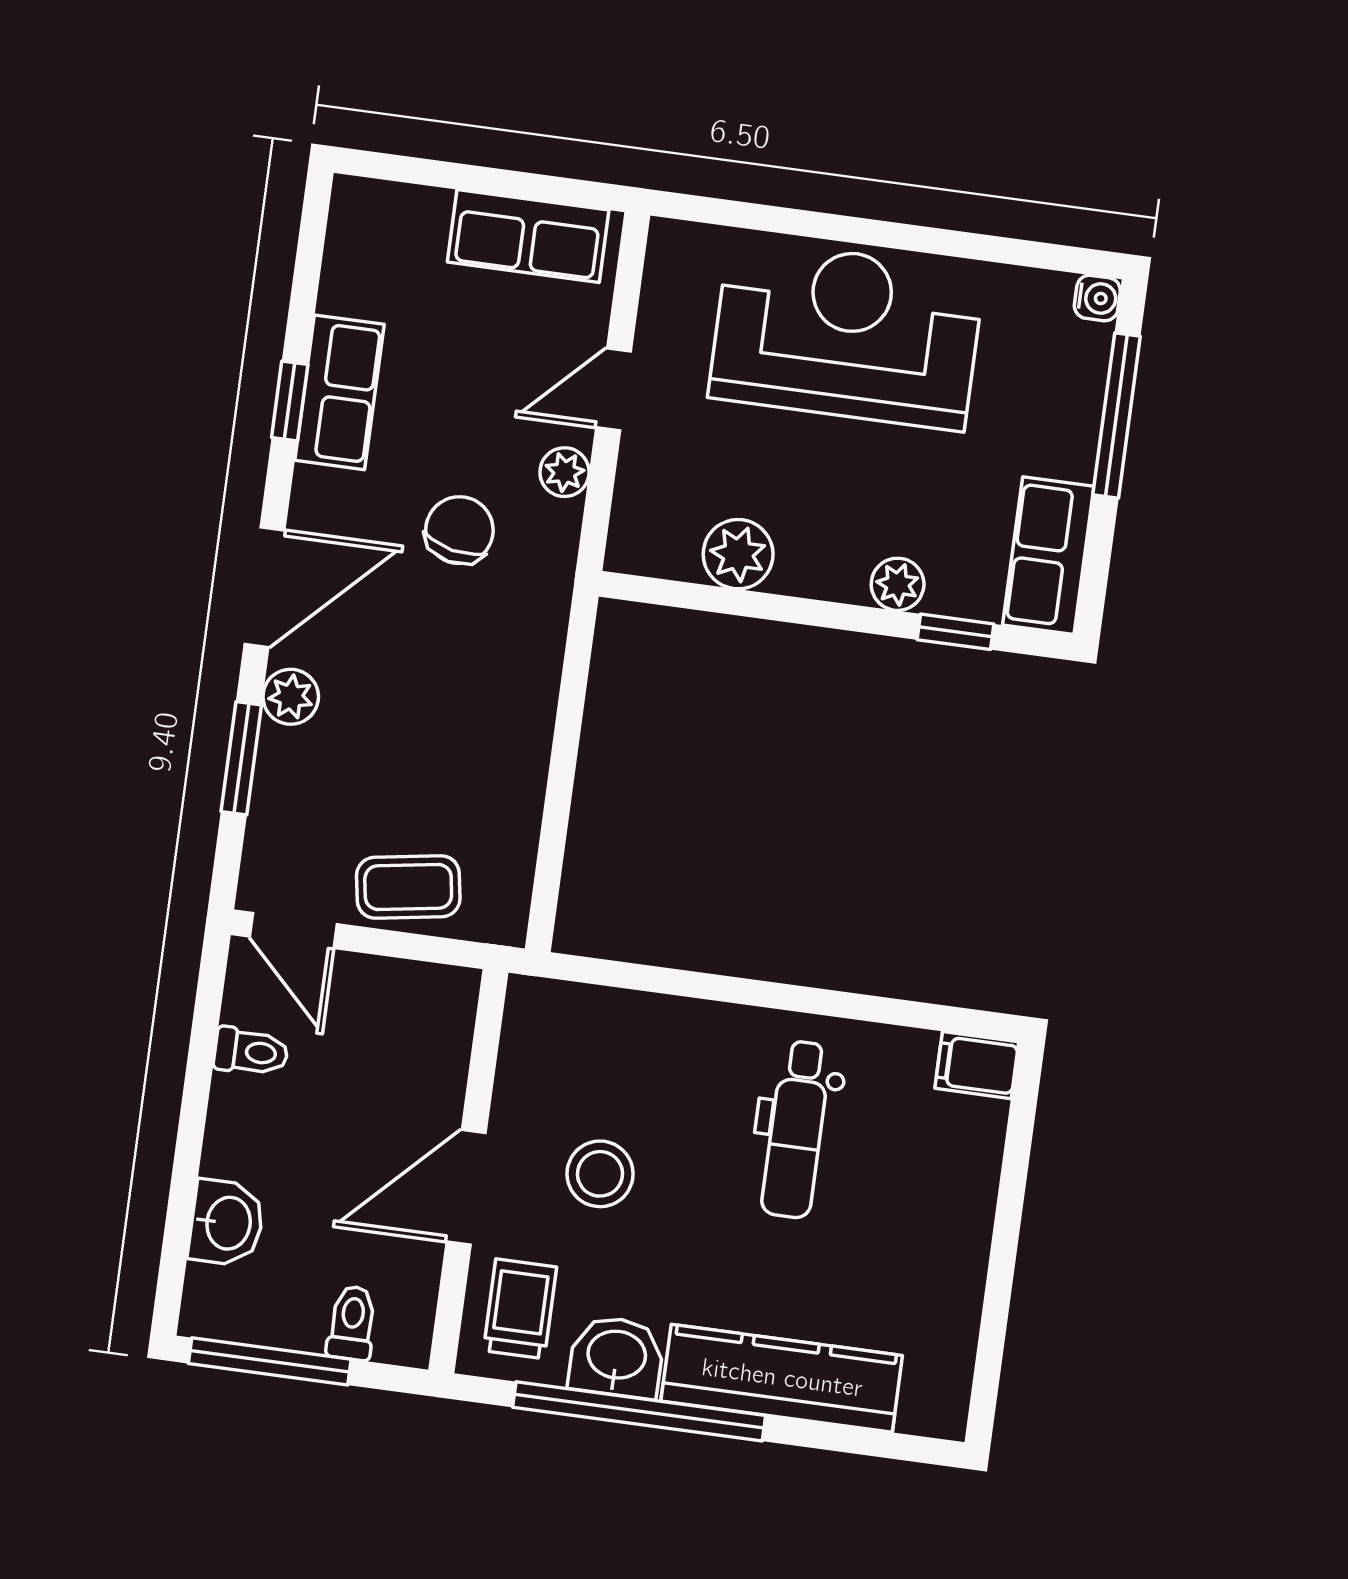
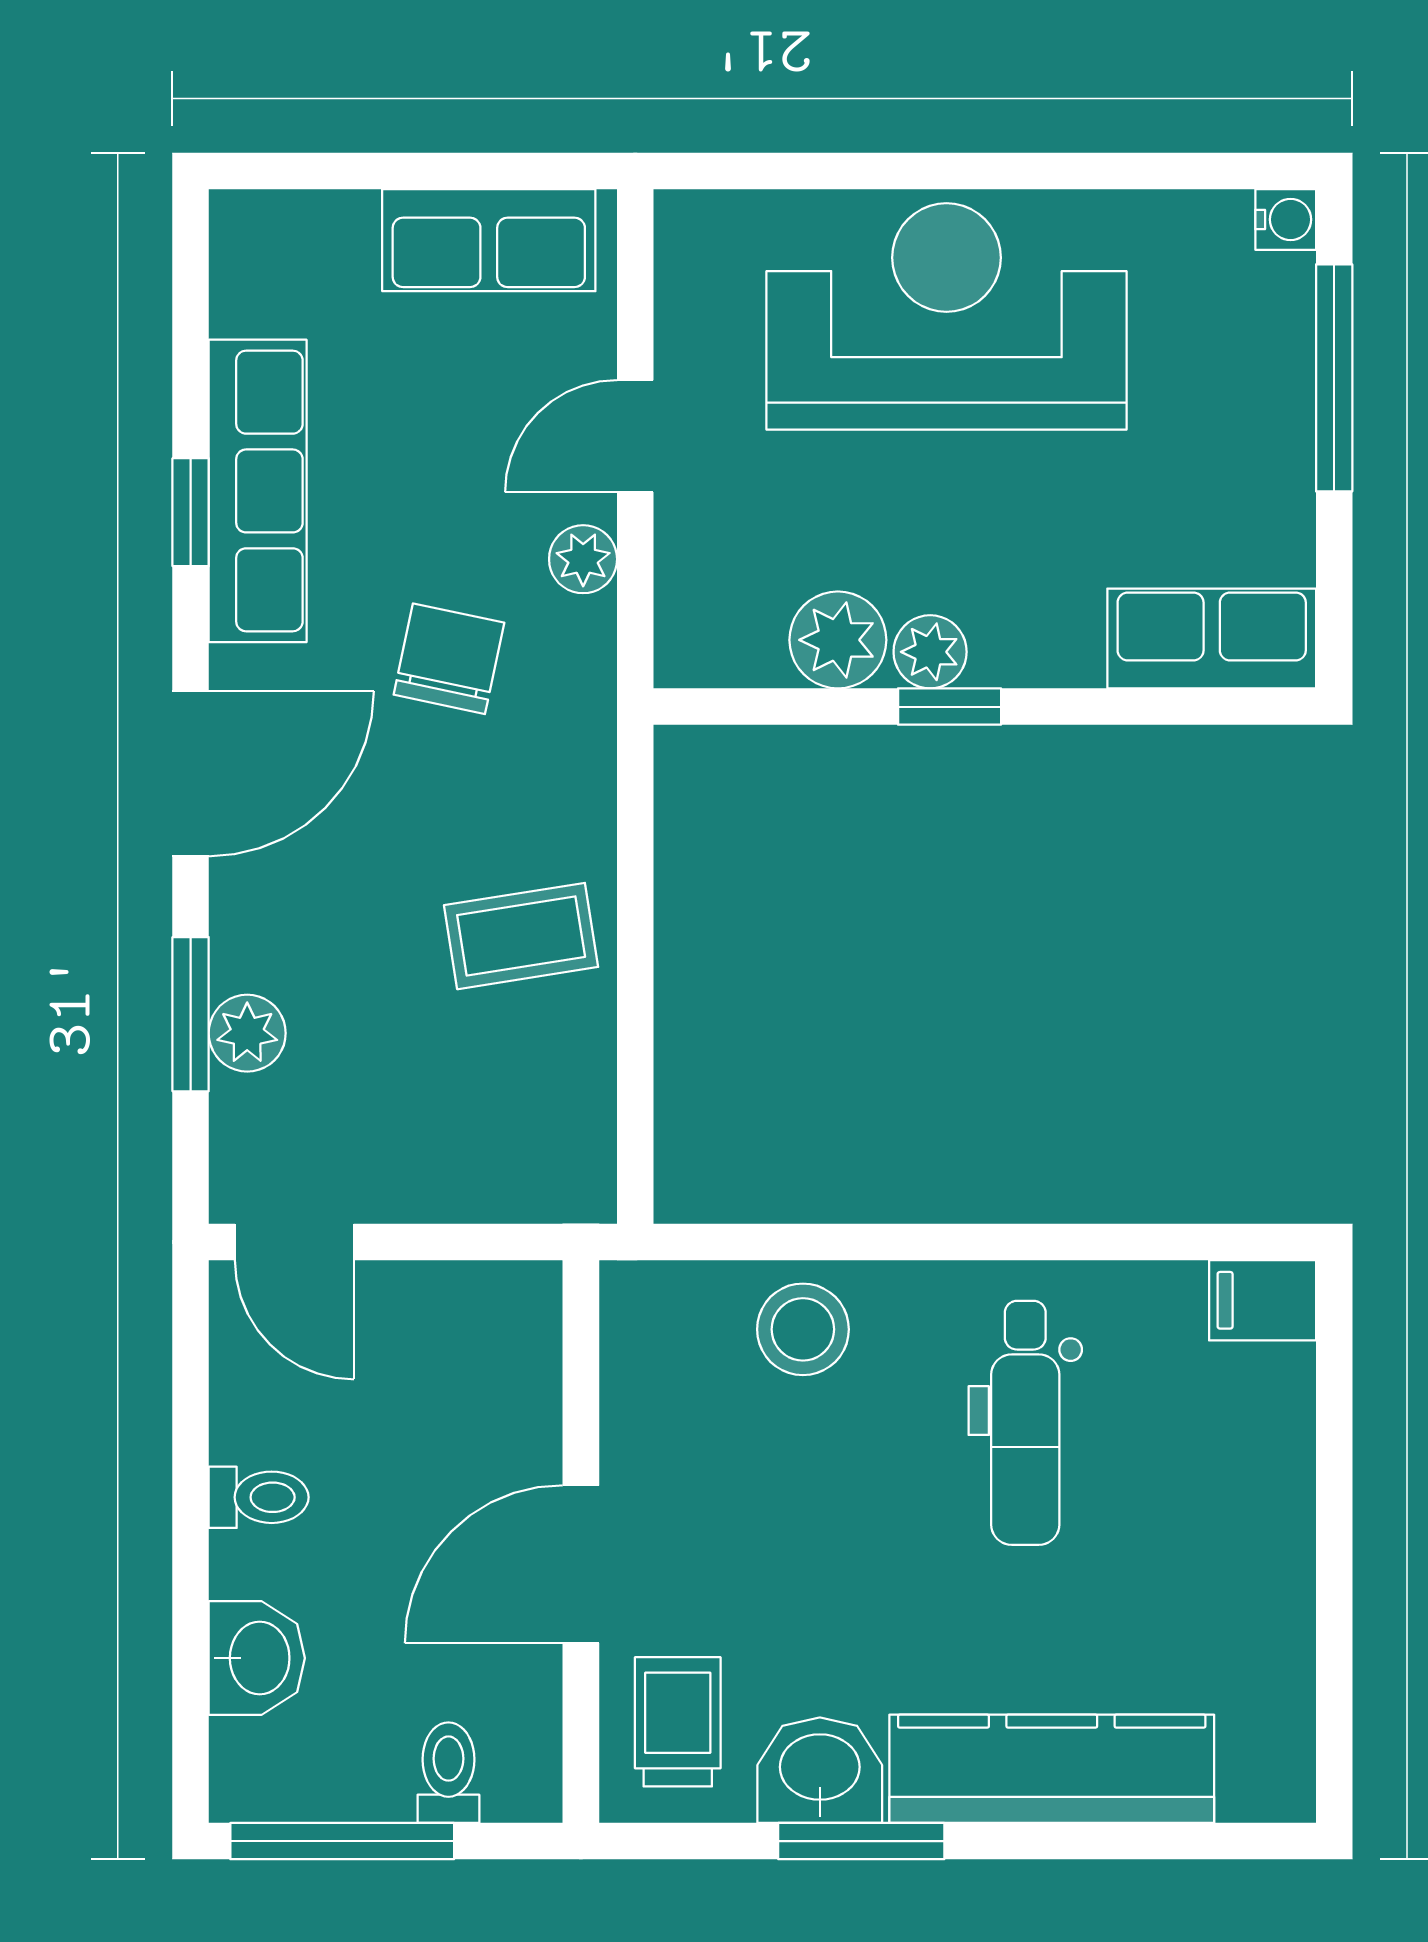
row of seats: (339, 392) -> (258, 491), width x1.48
row of seats: (1048, 556) -> (1212, 638), moved, turned 90
plant: (898, 584) -> (930, 652), moved
window: (956, 632) -> (950, 707), moved
plant: (291, 697) -> (247, 1033), moved
coffee table: (408, 887) -> (521, 936), moved
toilet: (251, 1052) -> (259, 1497), moved
stool: (600, 1174) -> (803, 1329), moved
window: (639, 1411) -> (861, 1841), width x0.47

